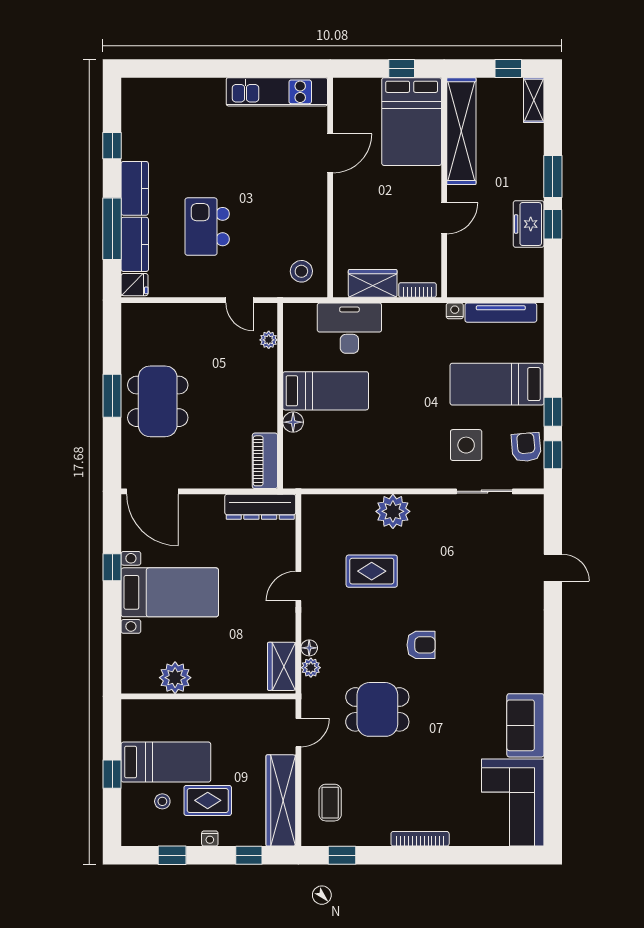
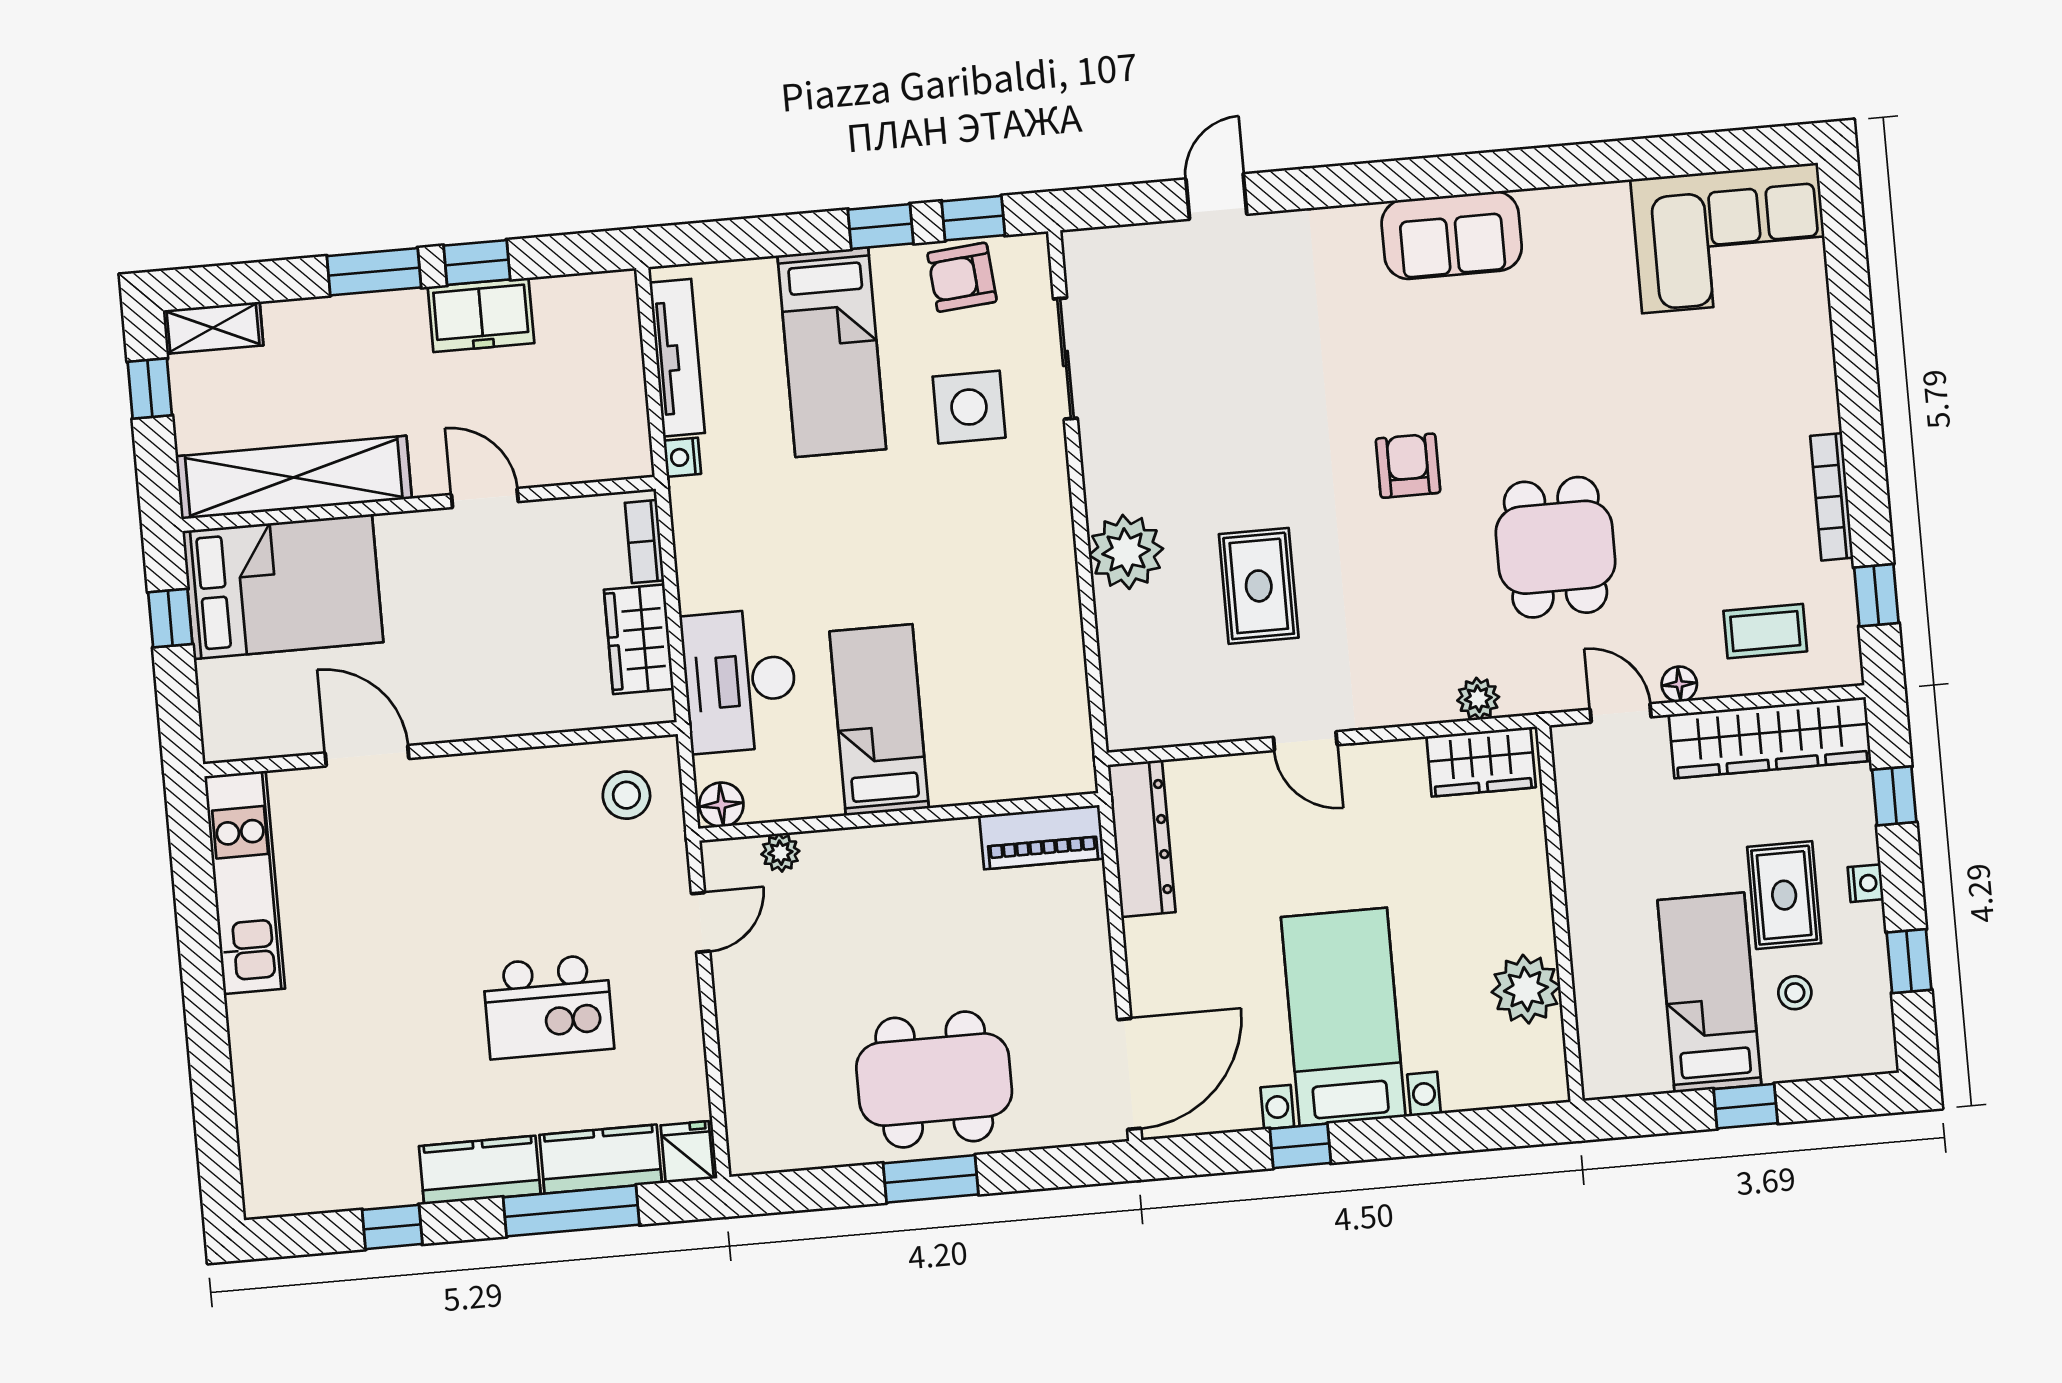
floor lamp: (293, 422) -> (721, 805), moved
floor lamp: (309, 648) -> (1679, 684), moved
sofa: (525, 725) -> (1452, 235), moved
bookcase: (420, 839) -> (1832, 497), moved

